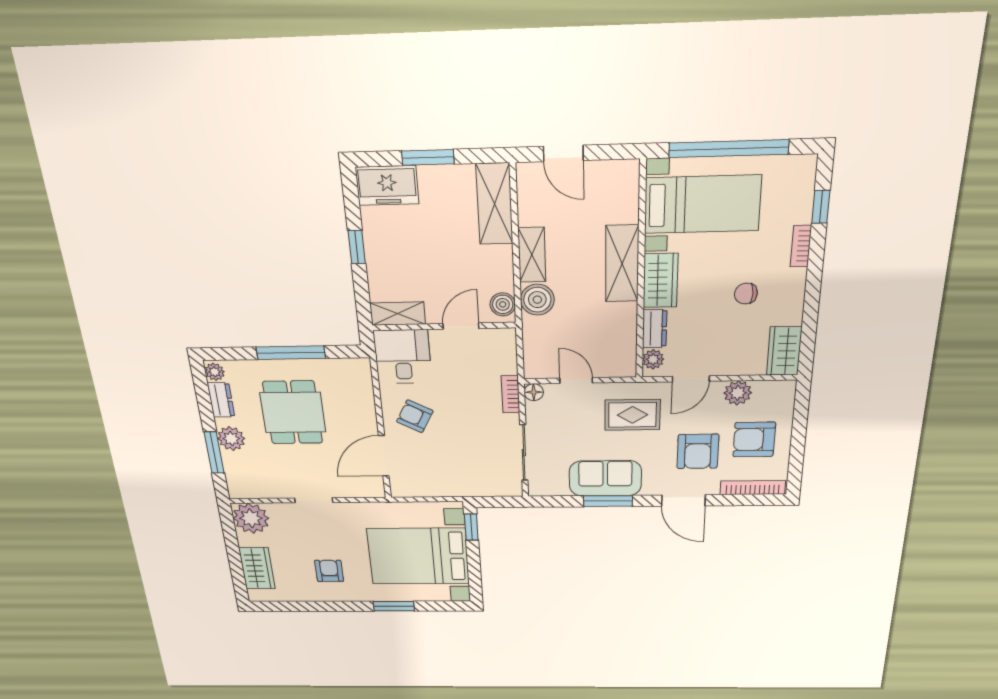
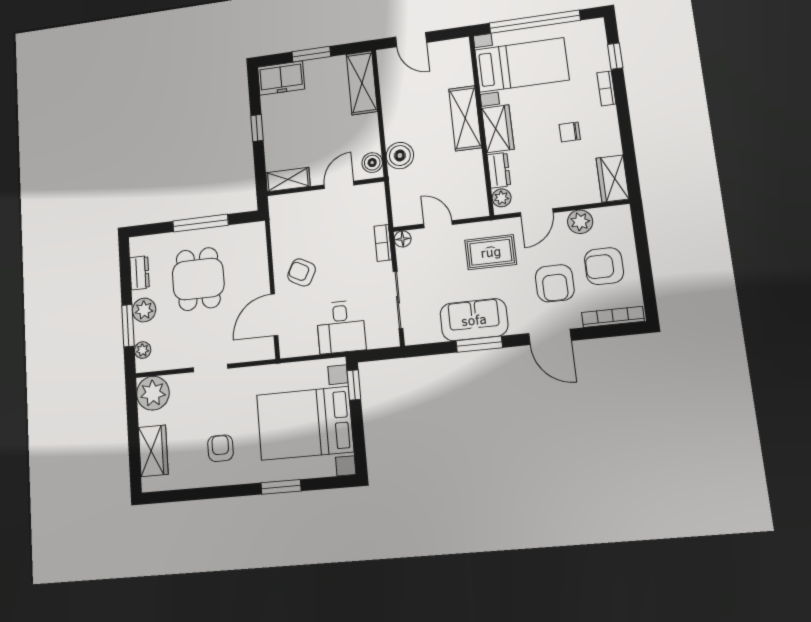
shelving: (532, 255) -> (393, 119), removed
desk: (403, 357) -> (341, 327), moved, turned 180
plant: (215, 372) -> (143, 350), moved

